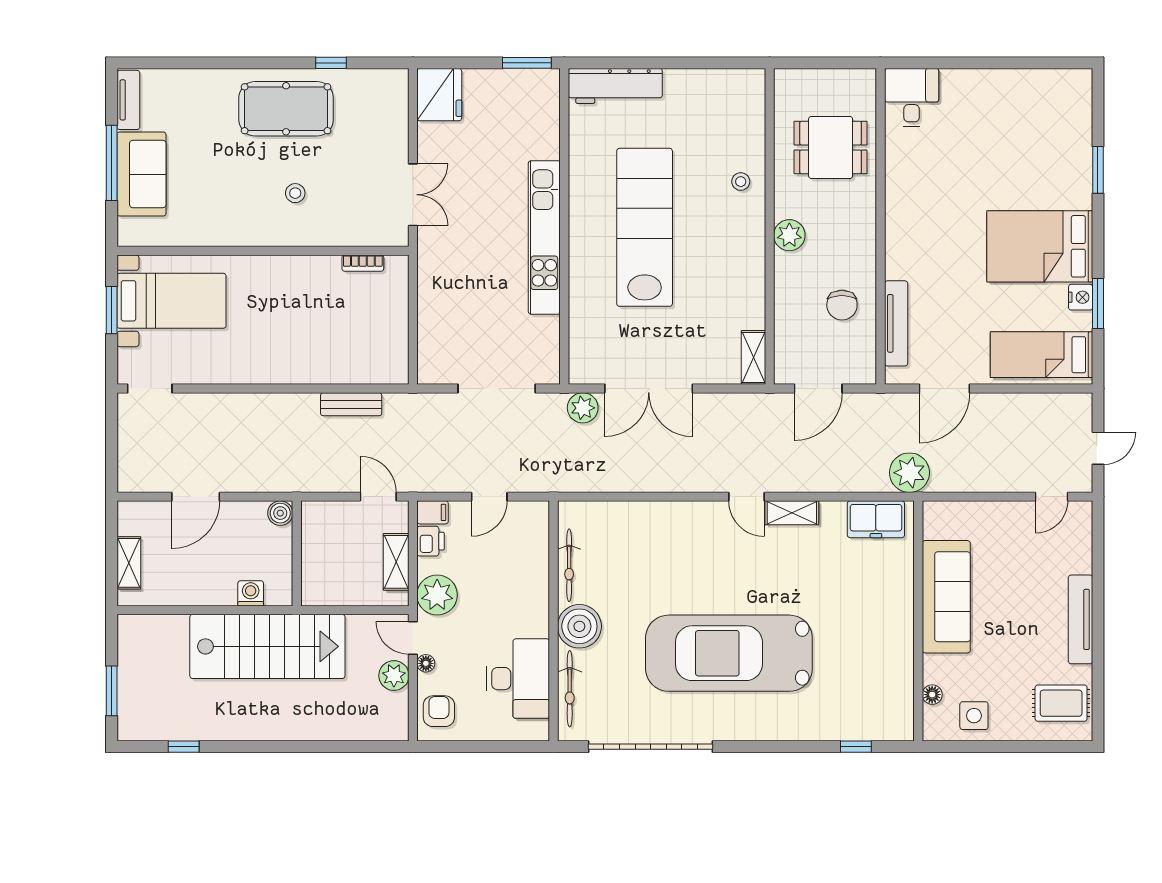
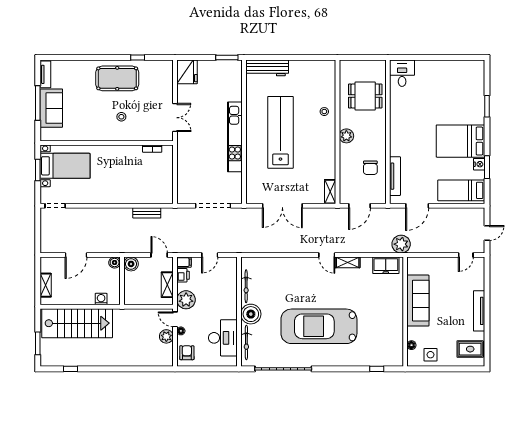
plant: (583, 408) -> (252, 215), removed
boiler: (316, 516) -> (131, 264), added
stairs: (267, 646) -> (77, 323), moved

